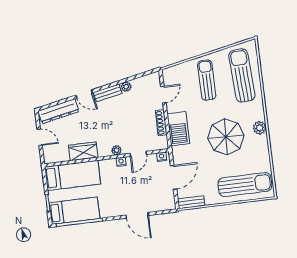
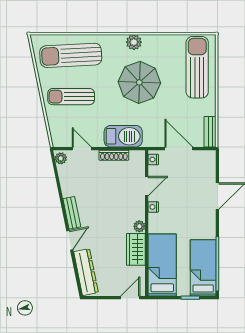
plant: (126, 87) -> (61, 158), moved
door: (40, 137) -> (130, 298), moved
plant: (117, 150) -> (139, 226), moved
door: (138, 154) -> (147, 186), hinge flipped

